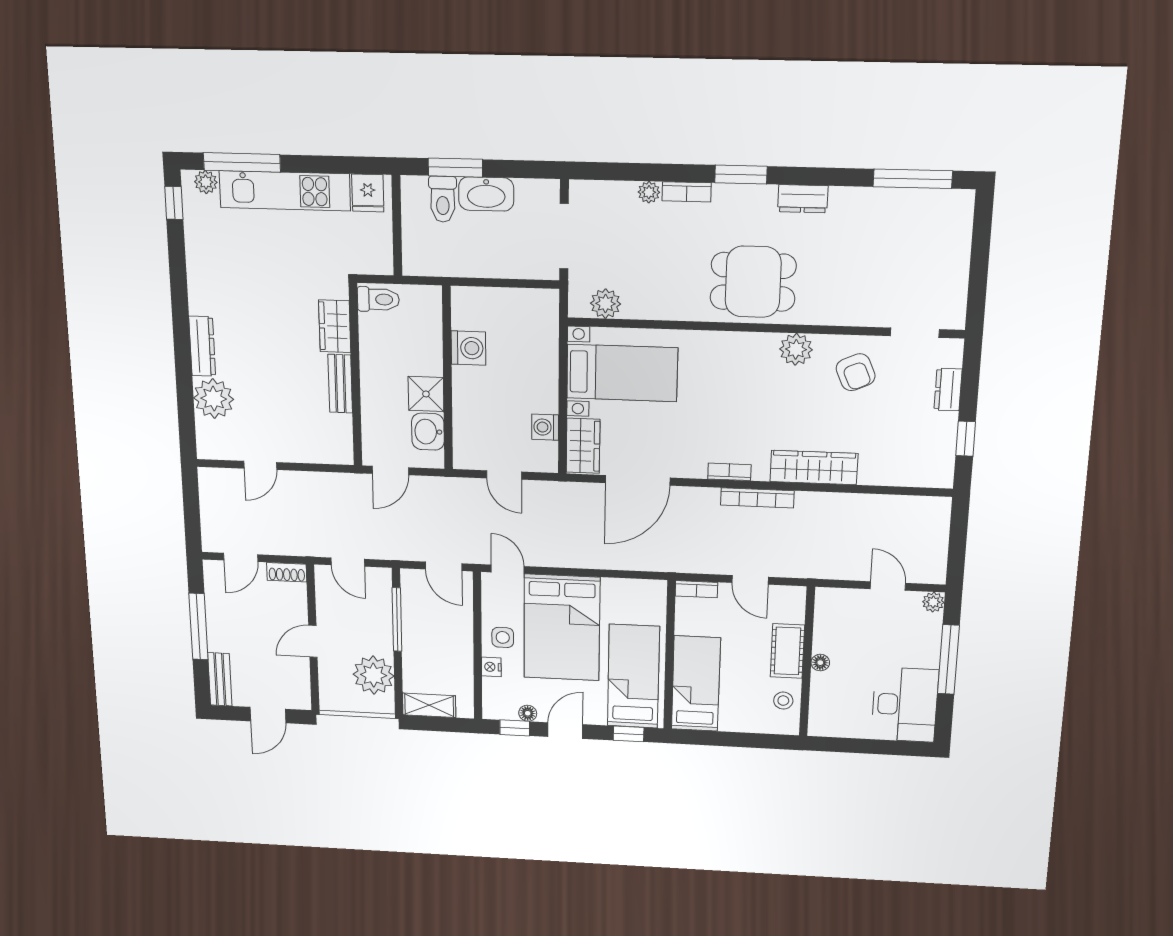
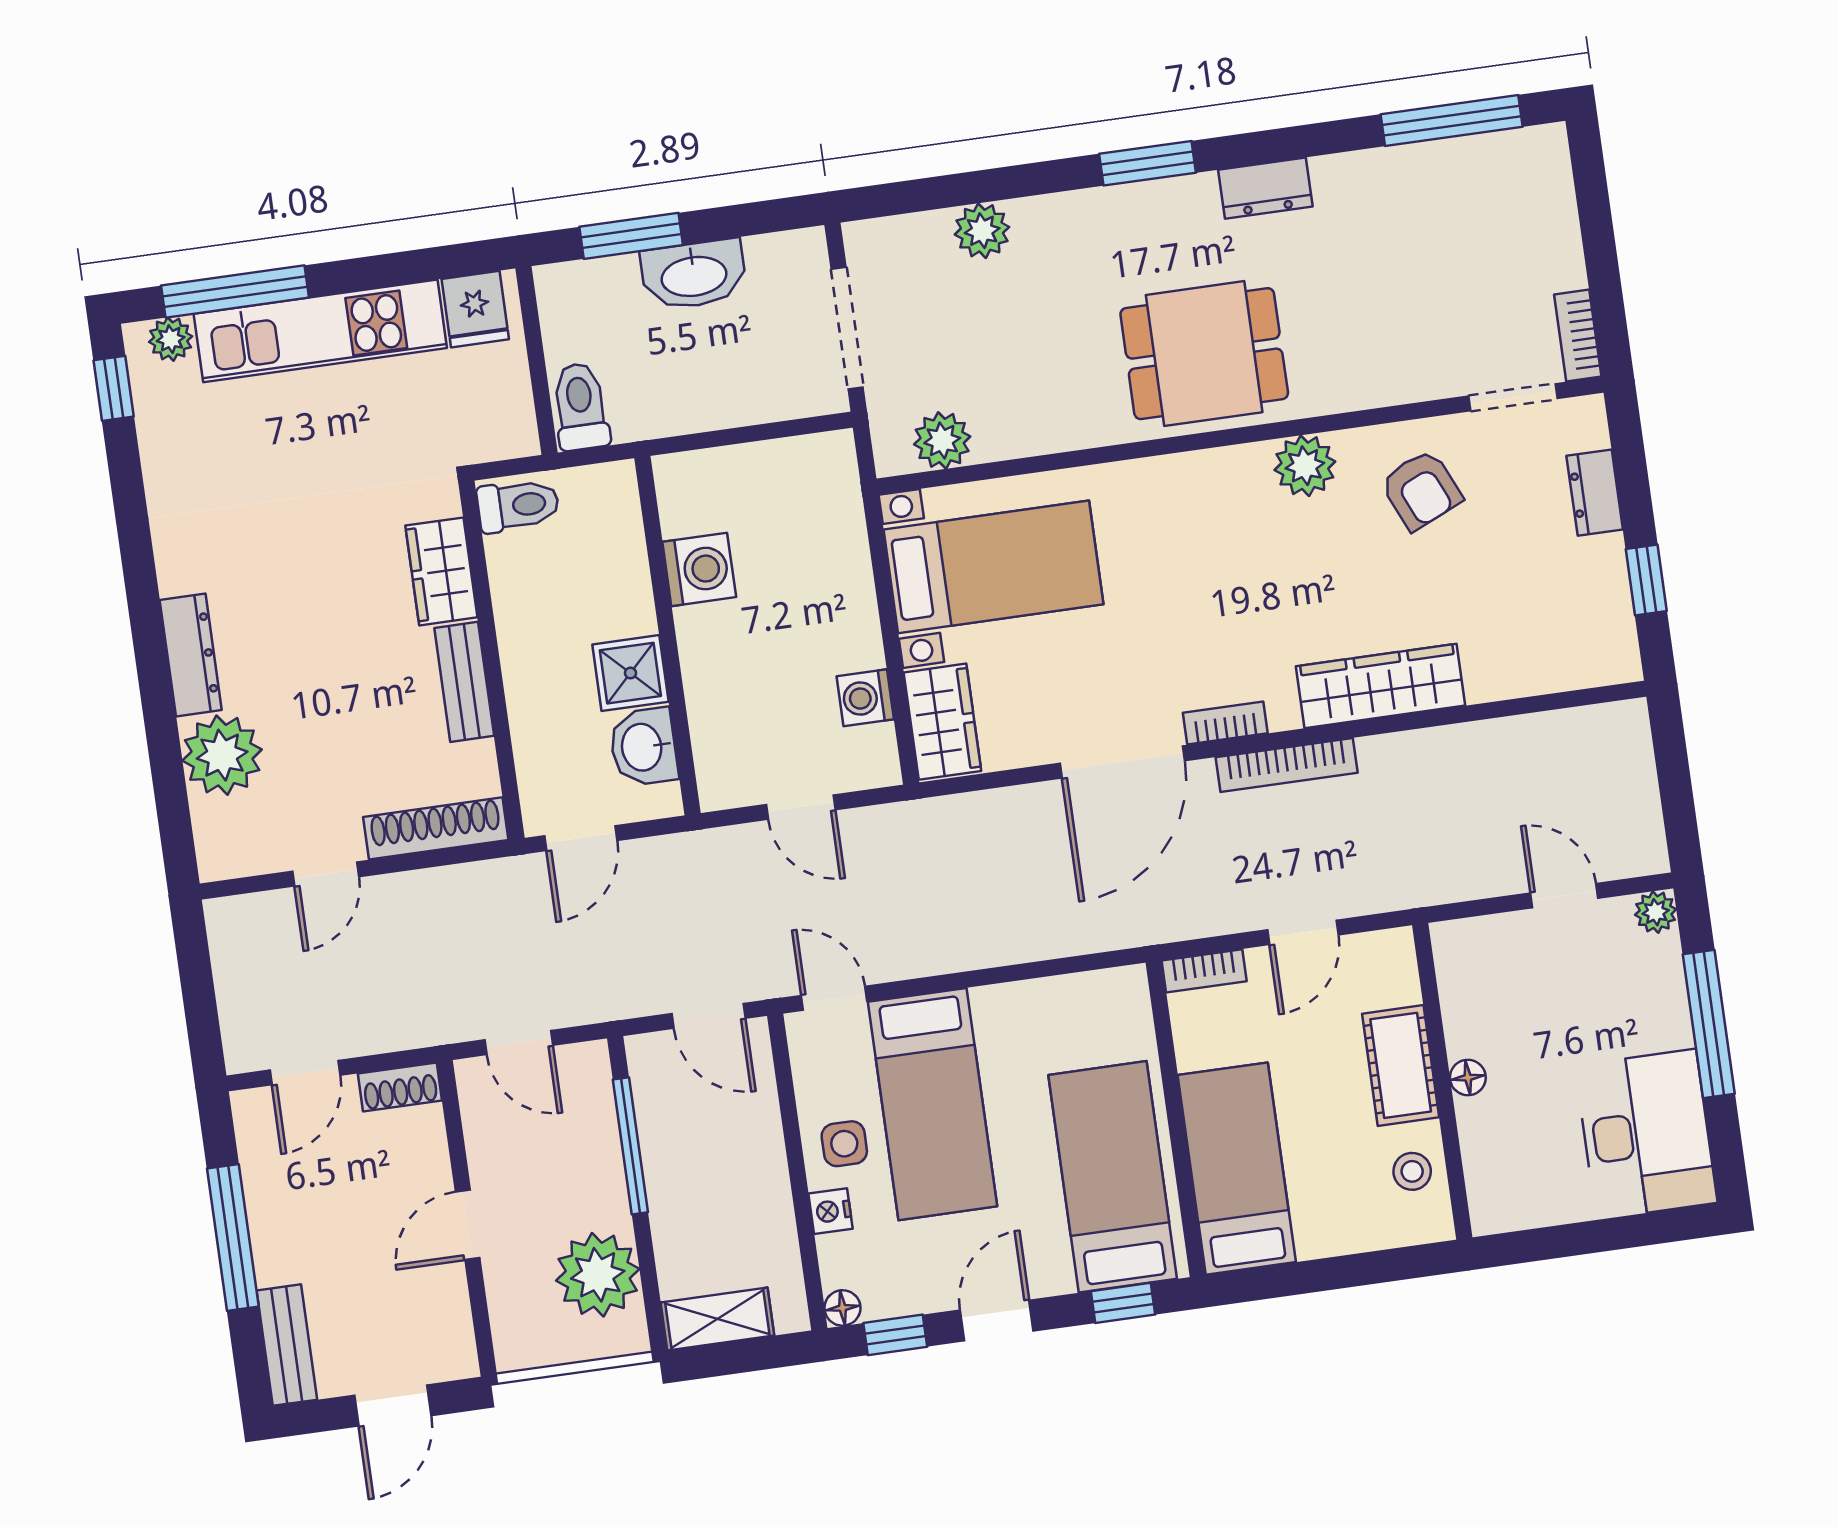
plant: (649, 192) -> (982, 231), width x1.38, depth x1.38
bookcase: (687, 192) -> (1578, 335), moved, turned 90
toilet: (443, 199) -> (580, 407), moved, turned 180
shoe rack: (318, 453) -> (436, 828), added
door: (638, 480) -> (1122, 762), moved
door: (750, 580) -> (1303, 932), hinge flipped
bed: (562, 628) -> (933, 1104), width x0.67
floor lamp: (528, 713) -> (842, 1308), moved

